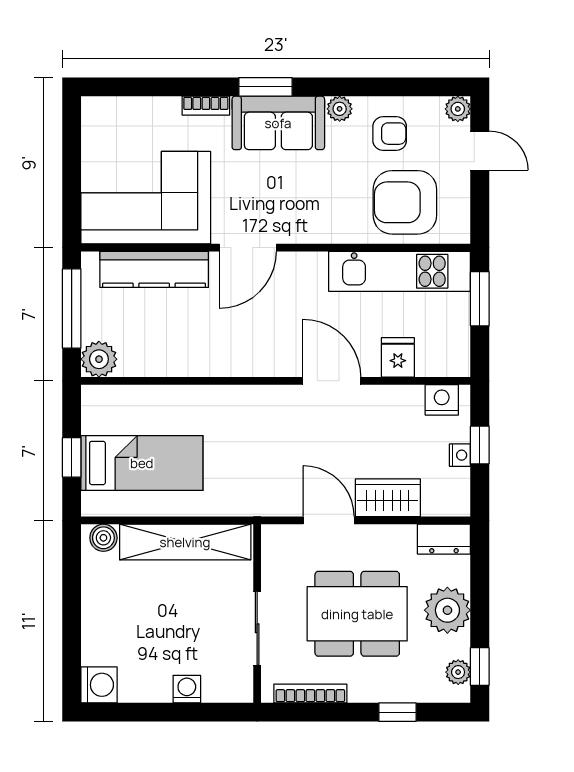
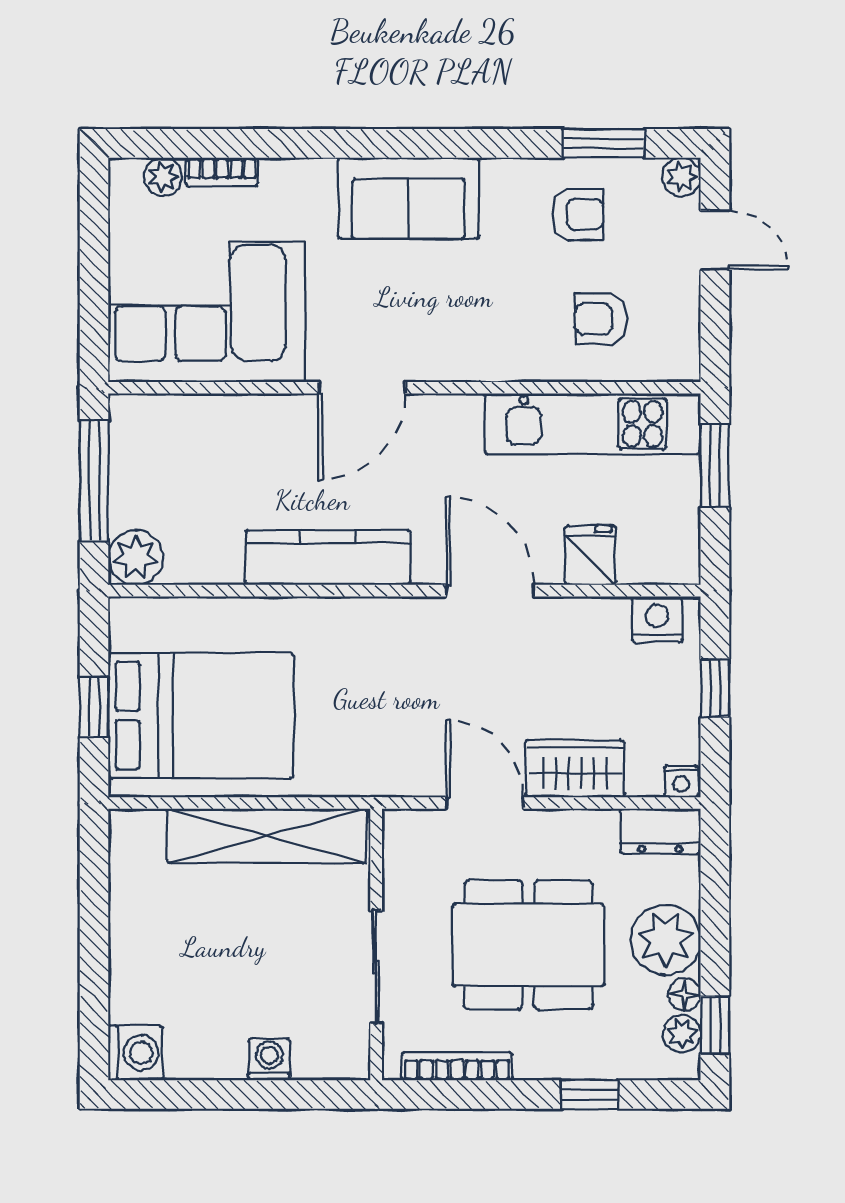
window: (265, 87) -> (604, 143), moved
bookcase: (206, 106) -> (222, 172), moved
plant: (340, 109) -> (163, 177), moved
armchair: (405, 202) -> (601, 319), width x0.53, depth x0.53
kitchen counter: (154, 269) -> (328, 557), moved, turned 180
nightstand: (460, 455) -> (681, 781), moved, turned 90
bed: (142, 463) -> (201, 715), width x1.50
boiler: (103, 538) -> (142, 829), removed
floor lamp: (460, 646) -> (684, 995), added

